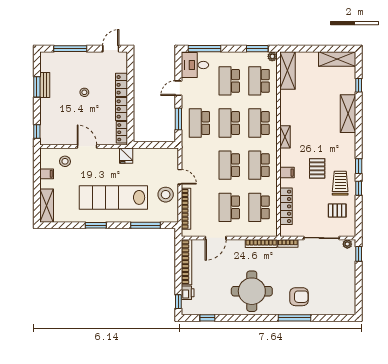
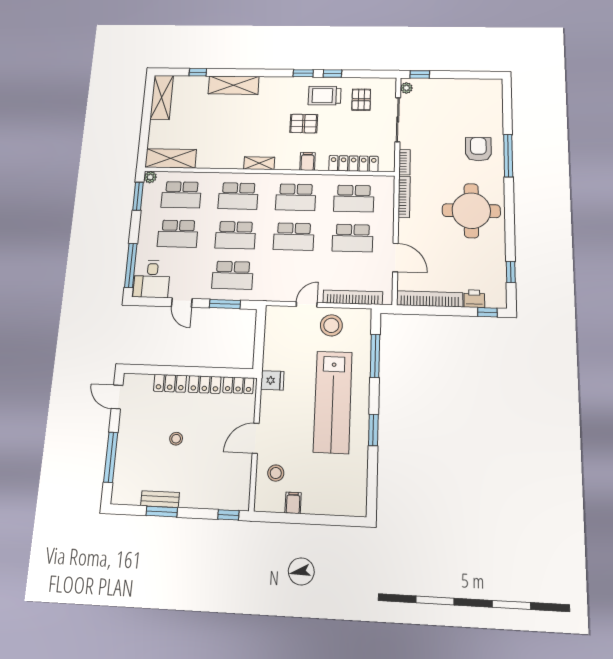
shelving: (47, 206) -> (341, 505), removed

